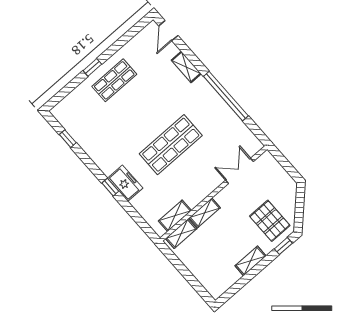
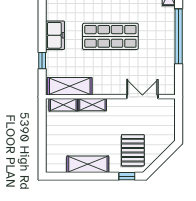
window: (110, 187) -> (42, 61), moved
shelving: (175, 216) -> (70, 86), width x1.50, depth x1.33
shelving: (250, 261) -> (88, 164), width x1.50, depth x1.33

